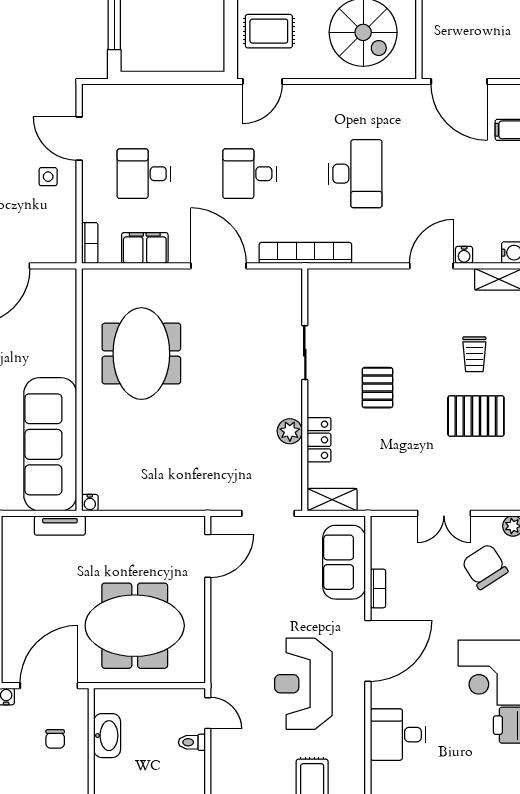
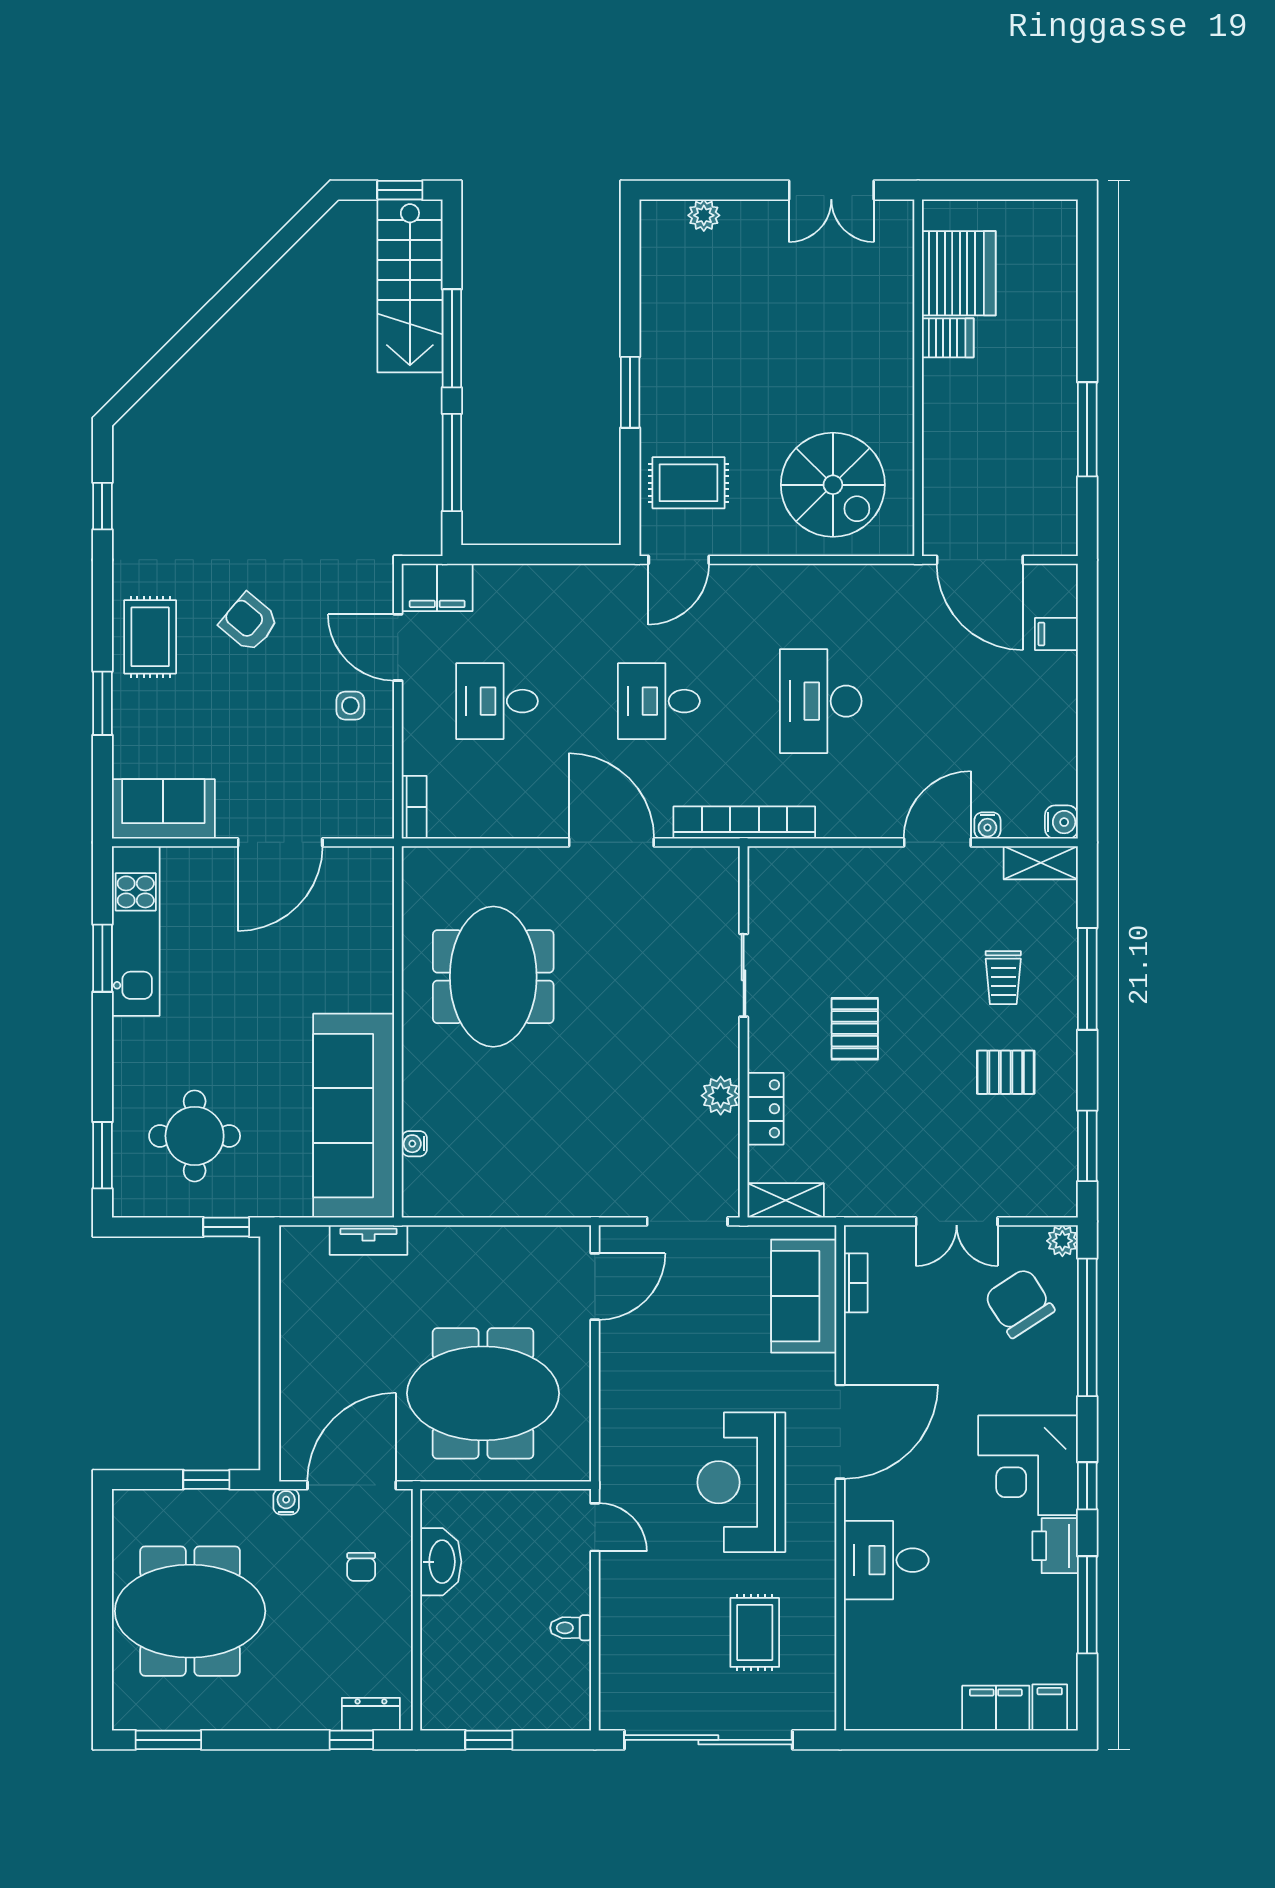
desk: (355, 174) -> (821, 701), turned 180
filing cabinet: (145, 248) -> (437, 587), moved, turned 180
pallet: (476, 416) -> (1006, 1072), width x0.67, depth x0.71
water cooler: (90, 503) -> (414, 1144), moved, turned 90
bookcase: (378, 588) -> (856, 1283), moved
toilet: (192, 742) -> (571, 1628), moved

